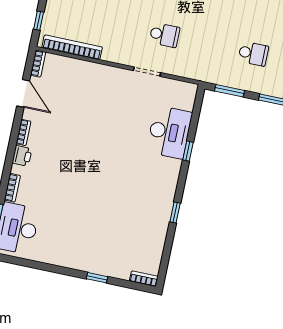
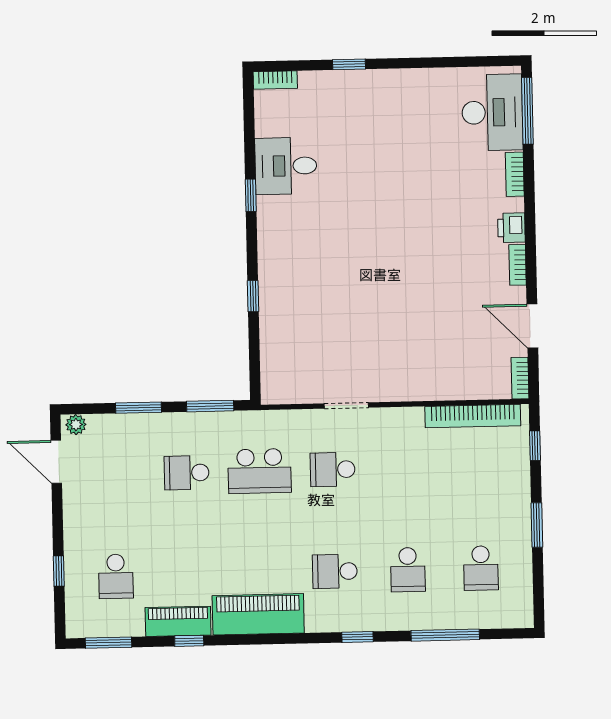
school desk: (209, 44) -> (260, 471), added
desk: (169, 132) -> (286, 166), moved, width x0.73

